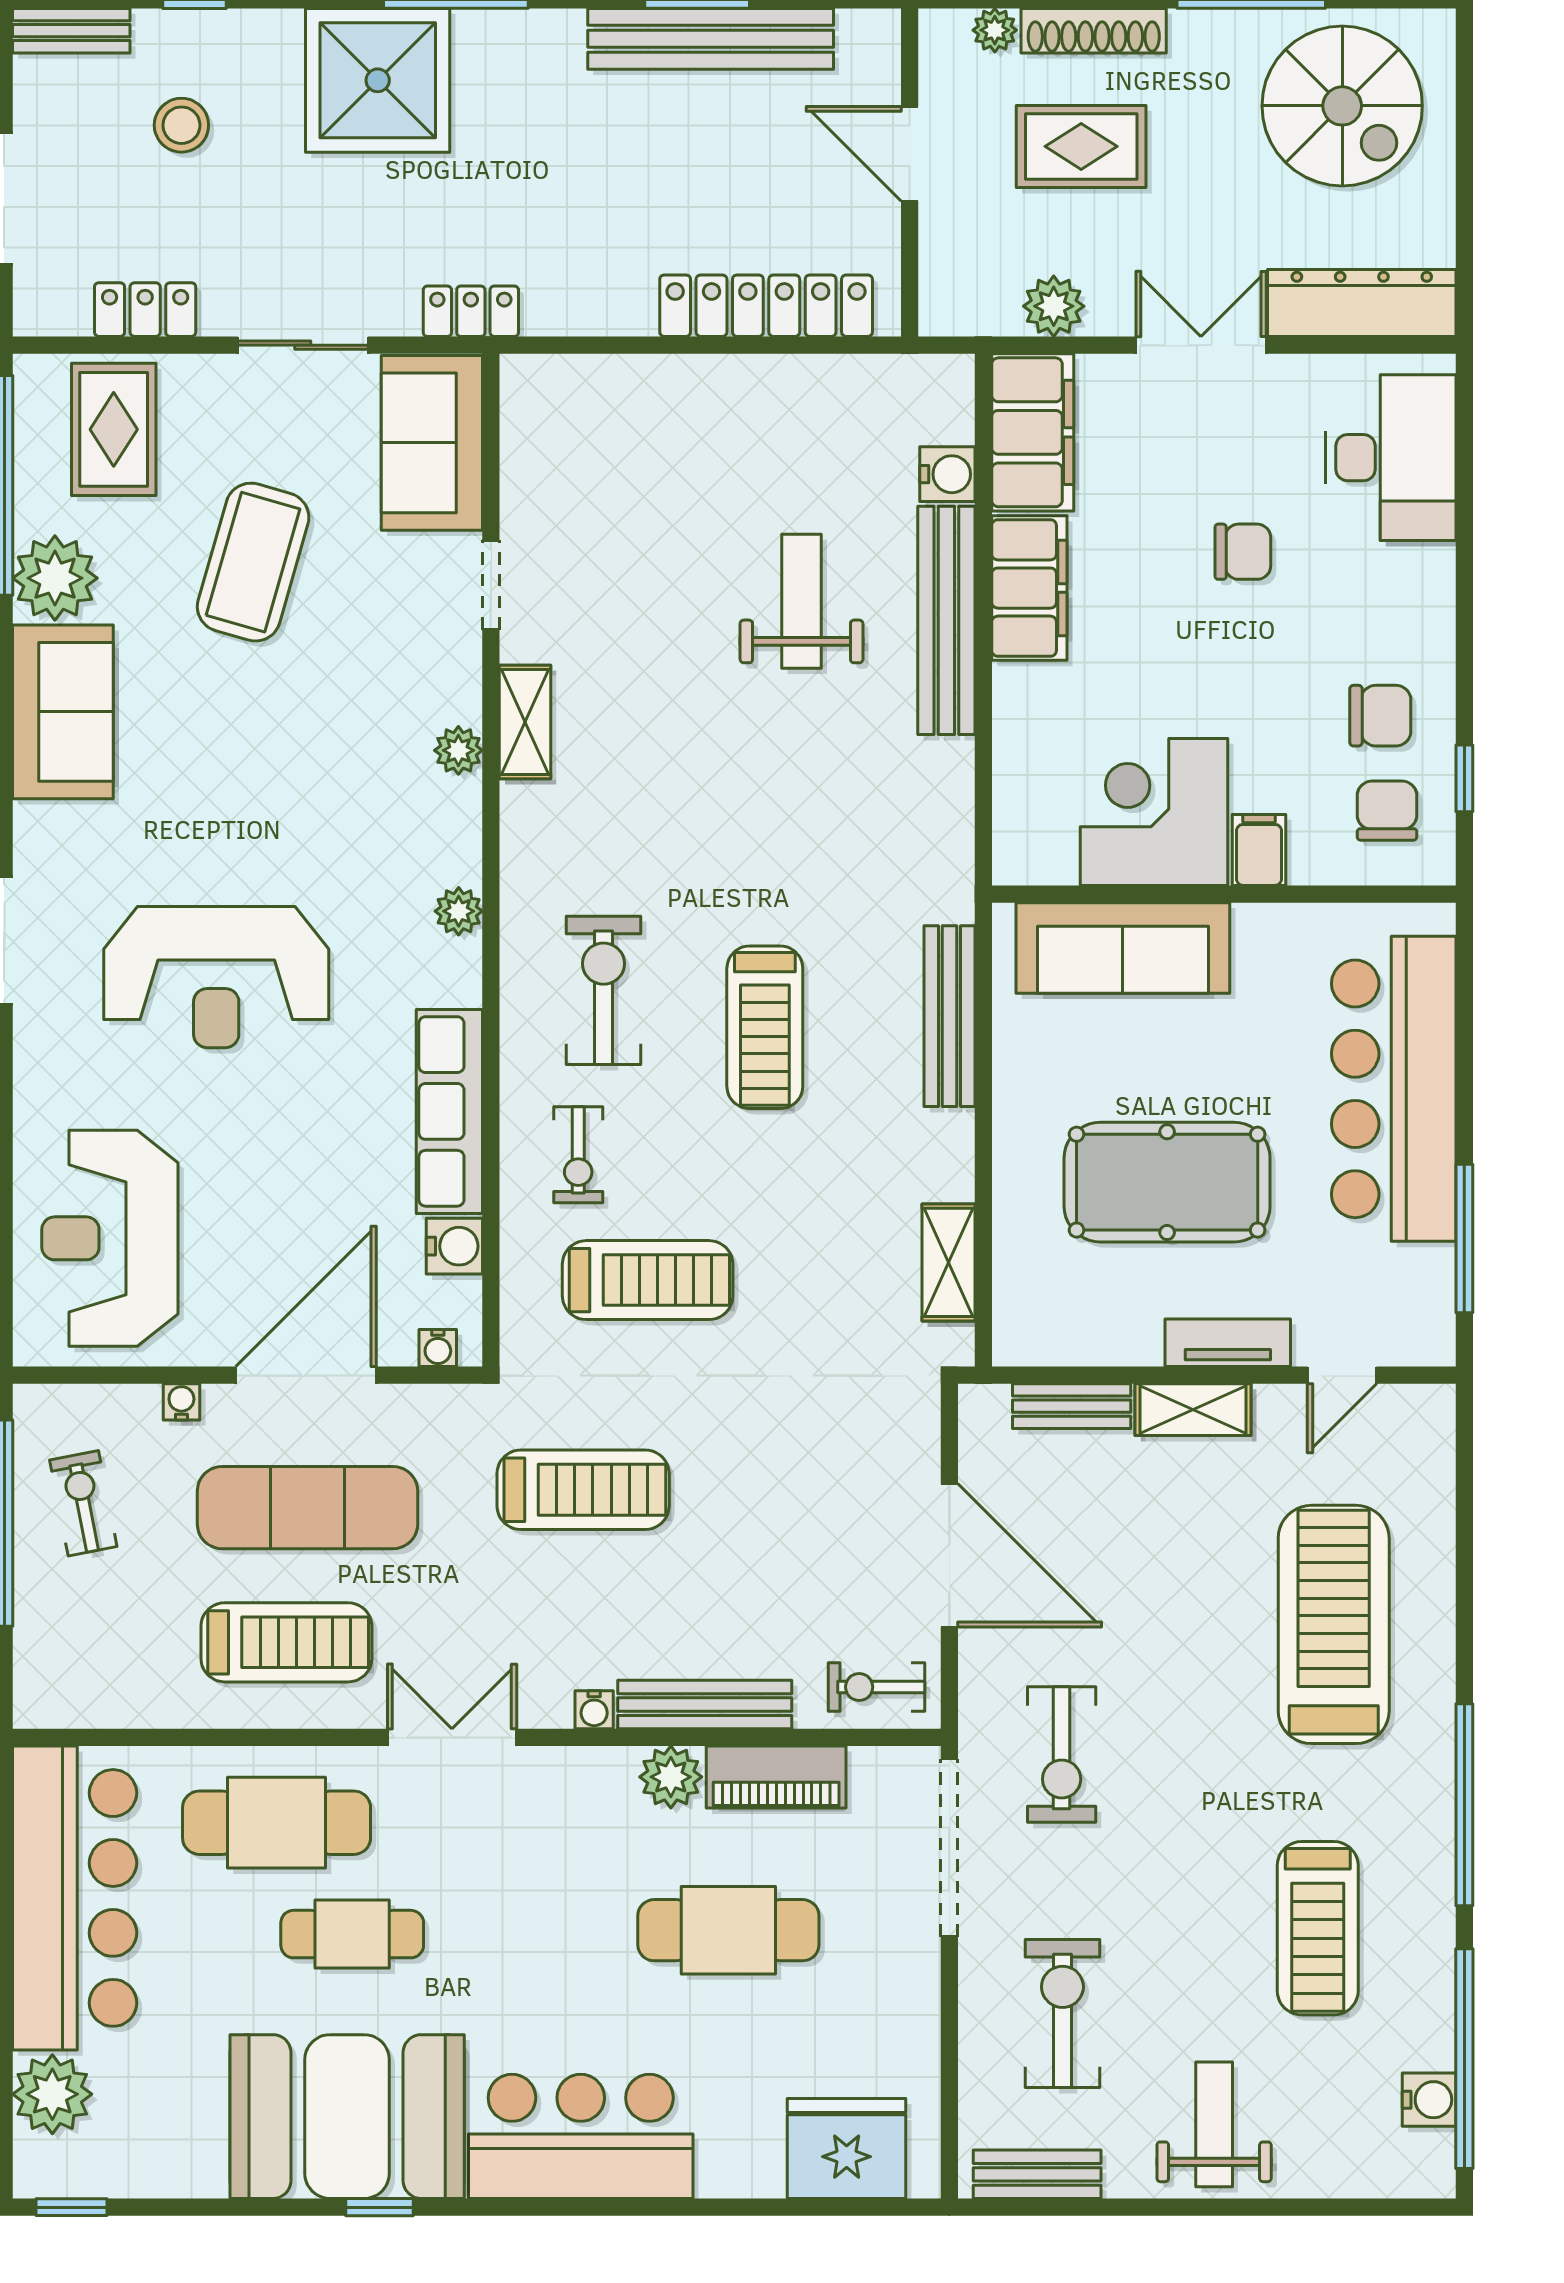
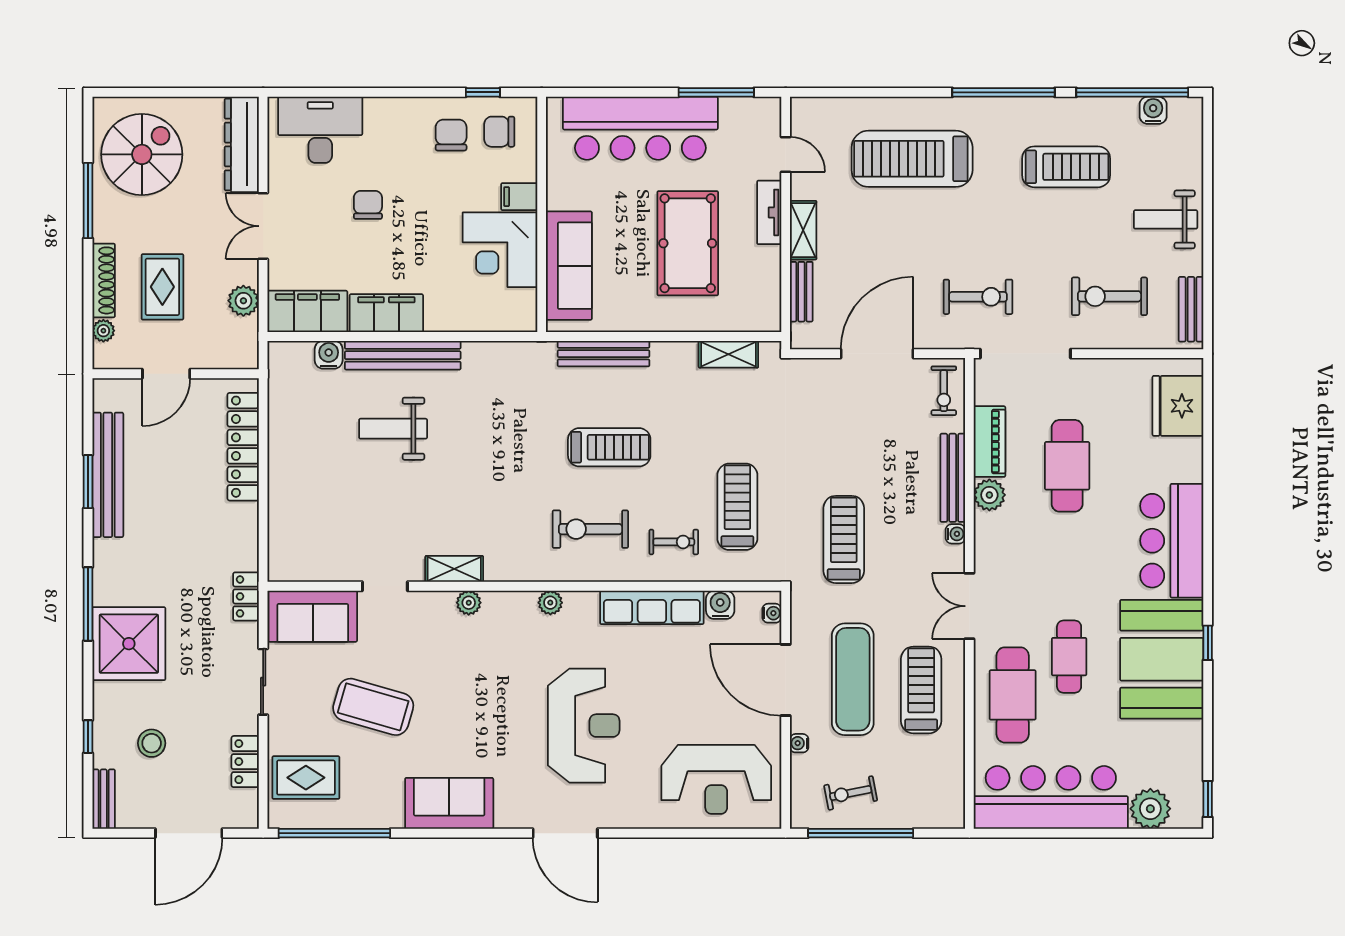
plant: (55, 578) -> (381, 807), removed

